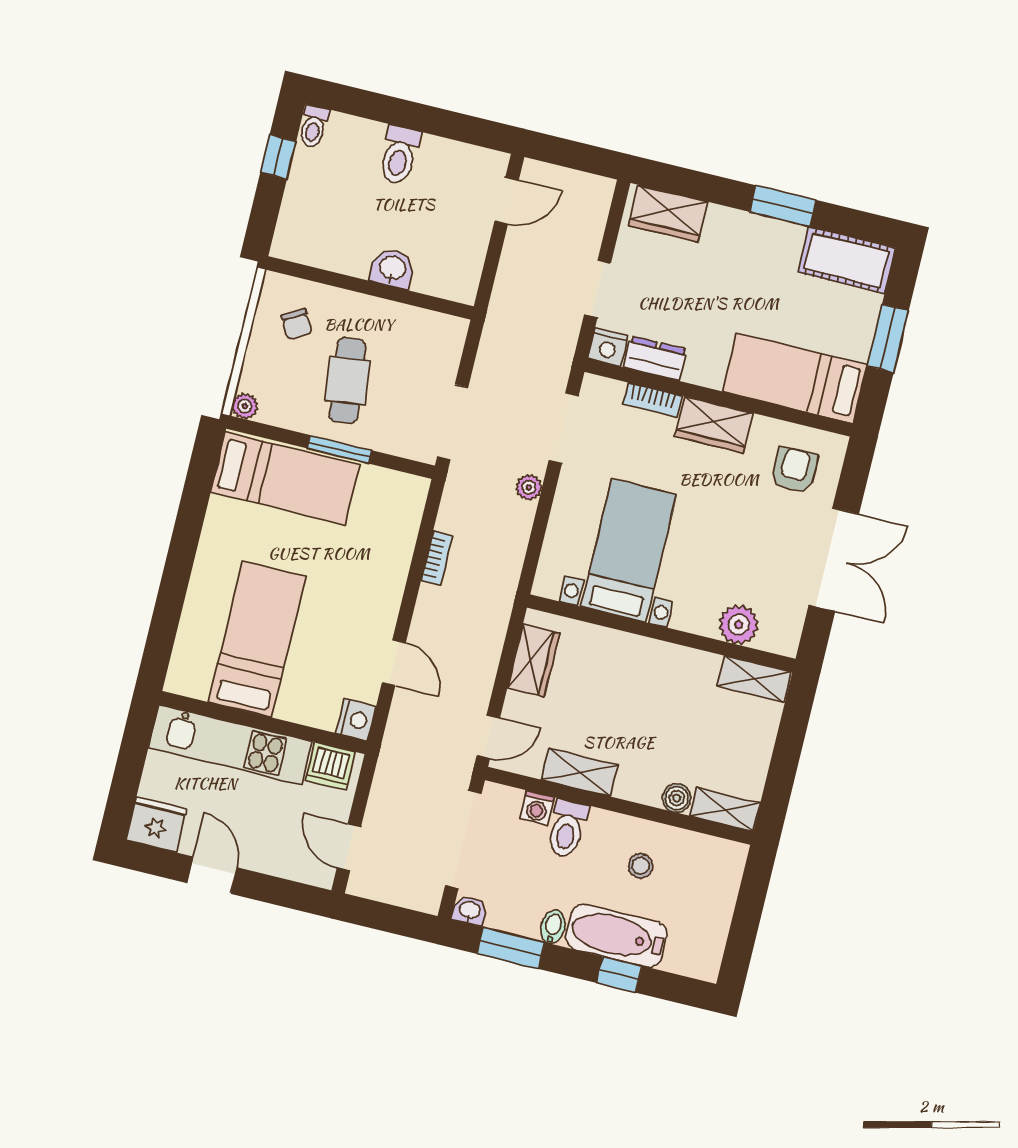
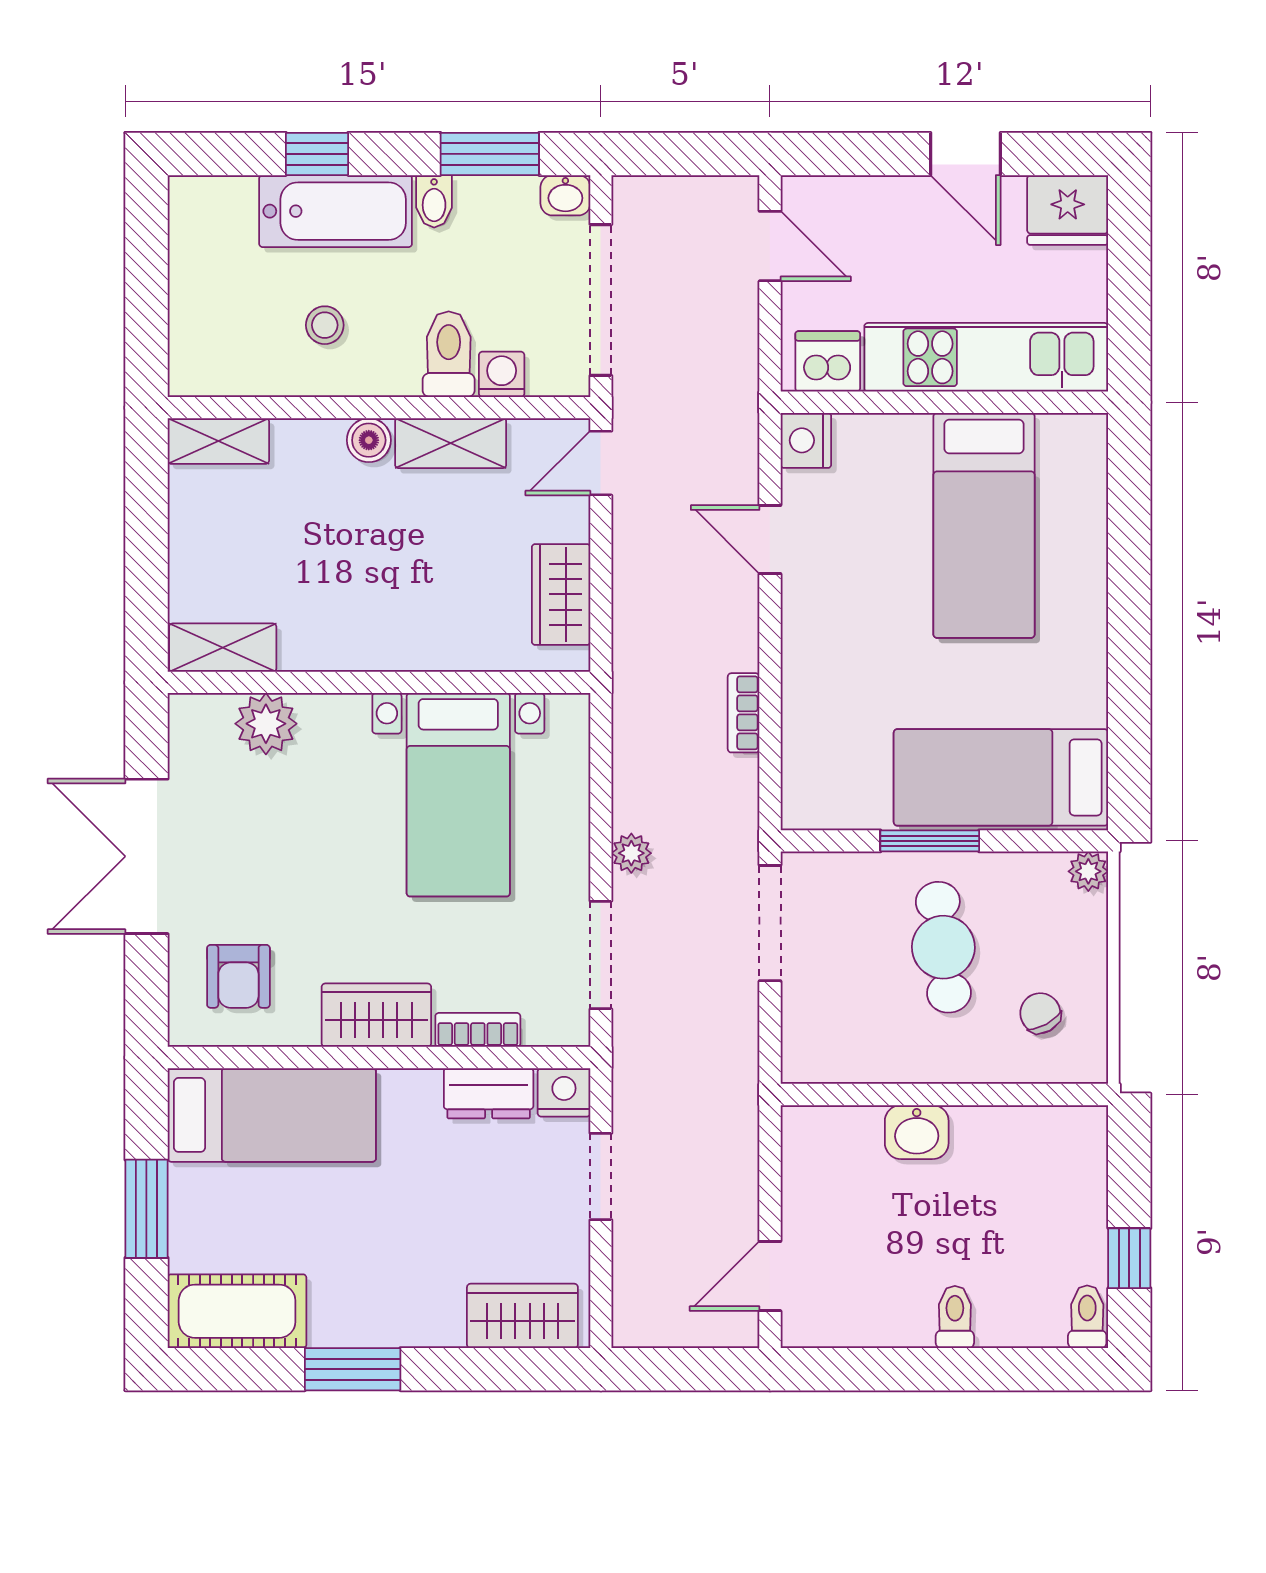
toilet: (399, 155) -> (955, 1317), width x0.73, depth x0.72
boiler: (677, 798) -> (369, 440), moved

